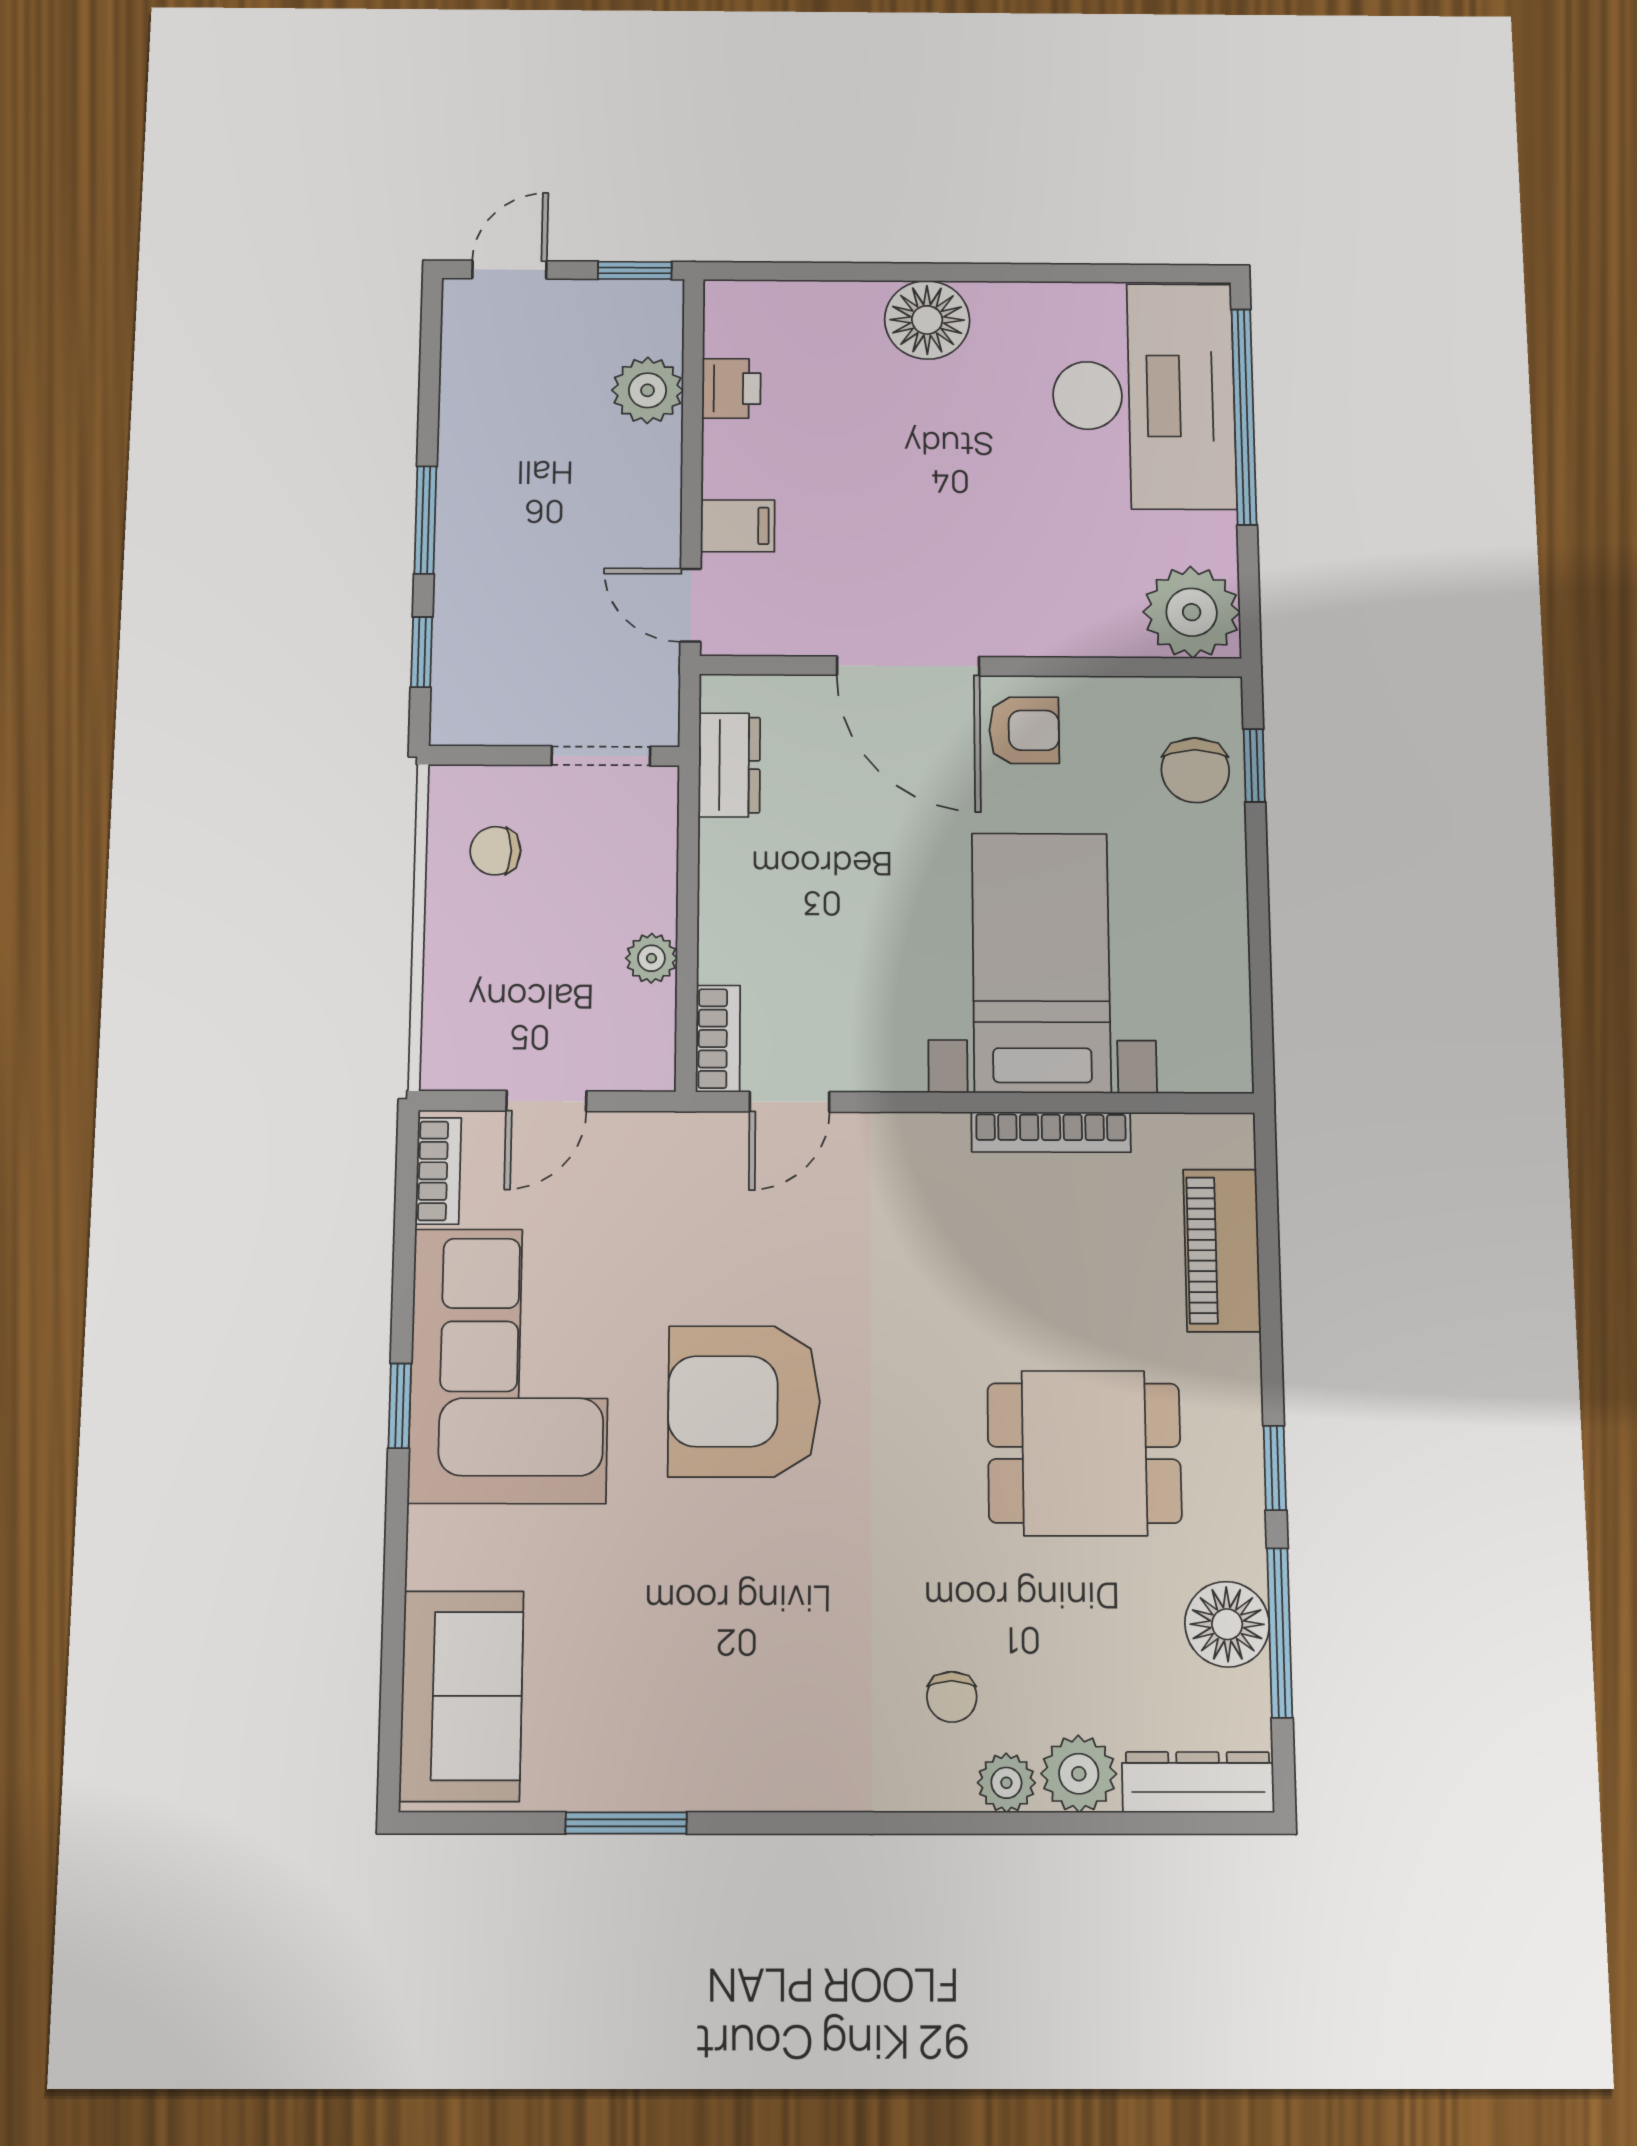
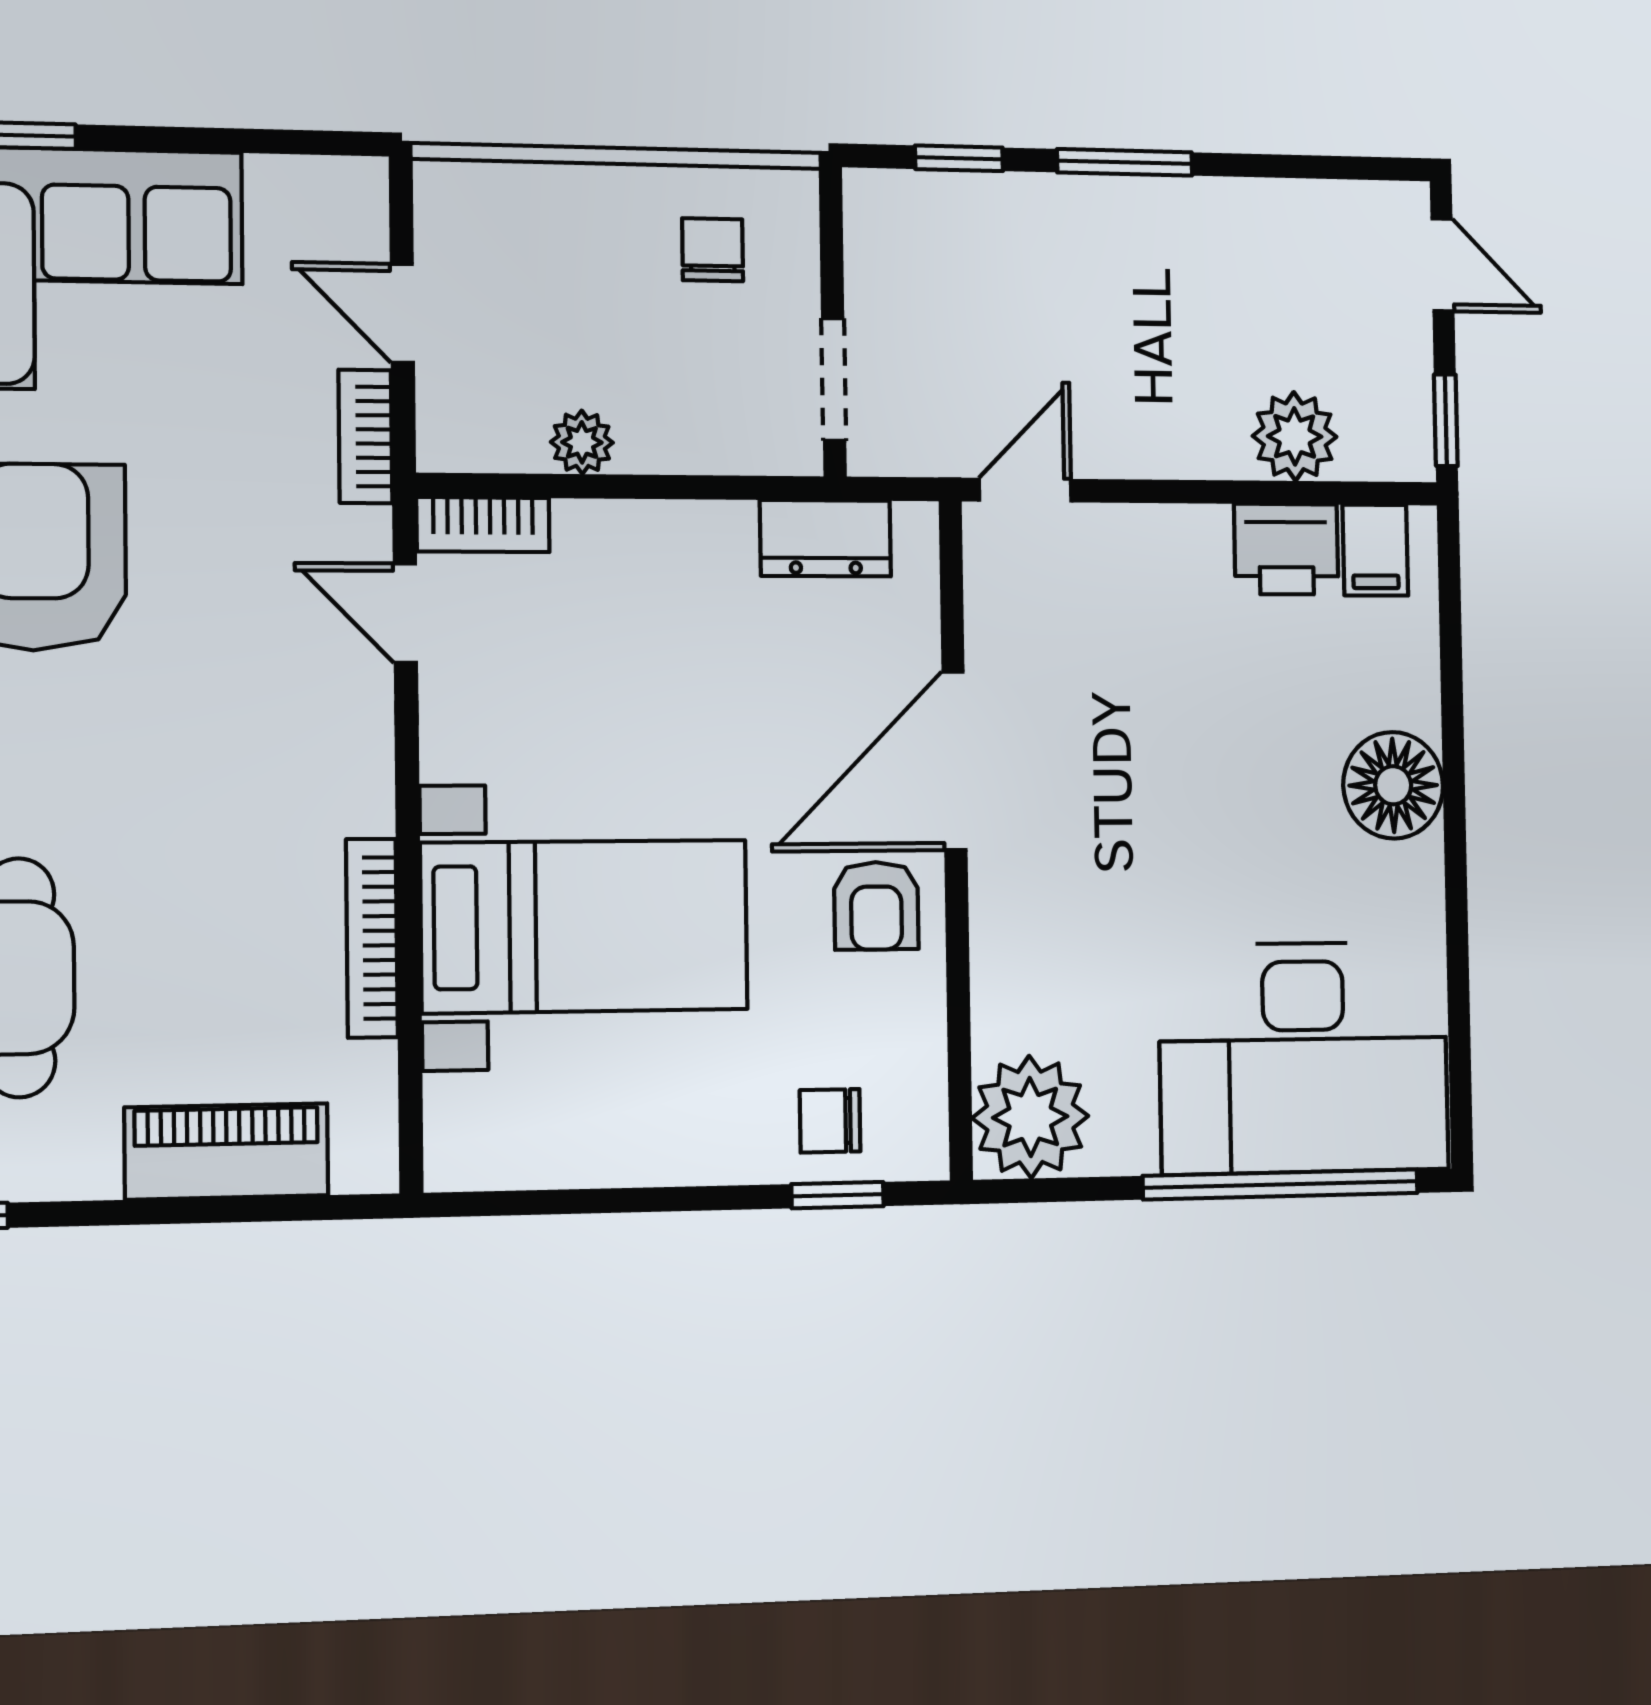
printer: (731, 388) -> (1286, 549), width x1.36, depth x1.24
filing cabinet: (738, 526) -> (1375, 550), moved
chair: (1195, 770) -> (830, 1121), width x0.73, depth x0.73
bookcase: (438, 1171) -> (365, 436), moved, turned 90

